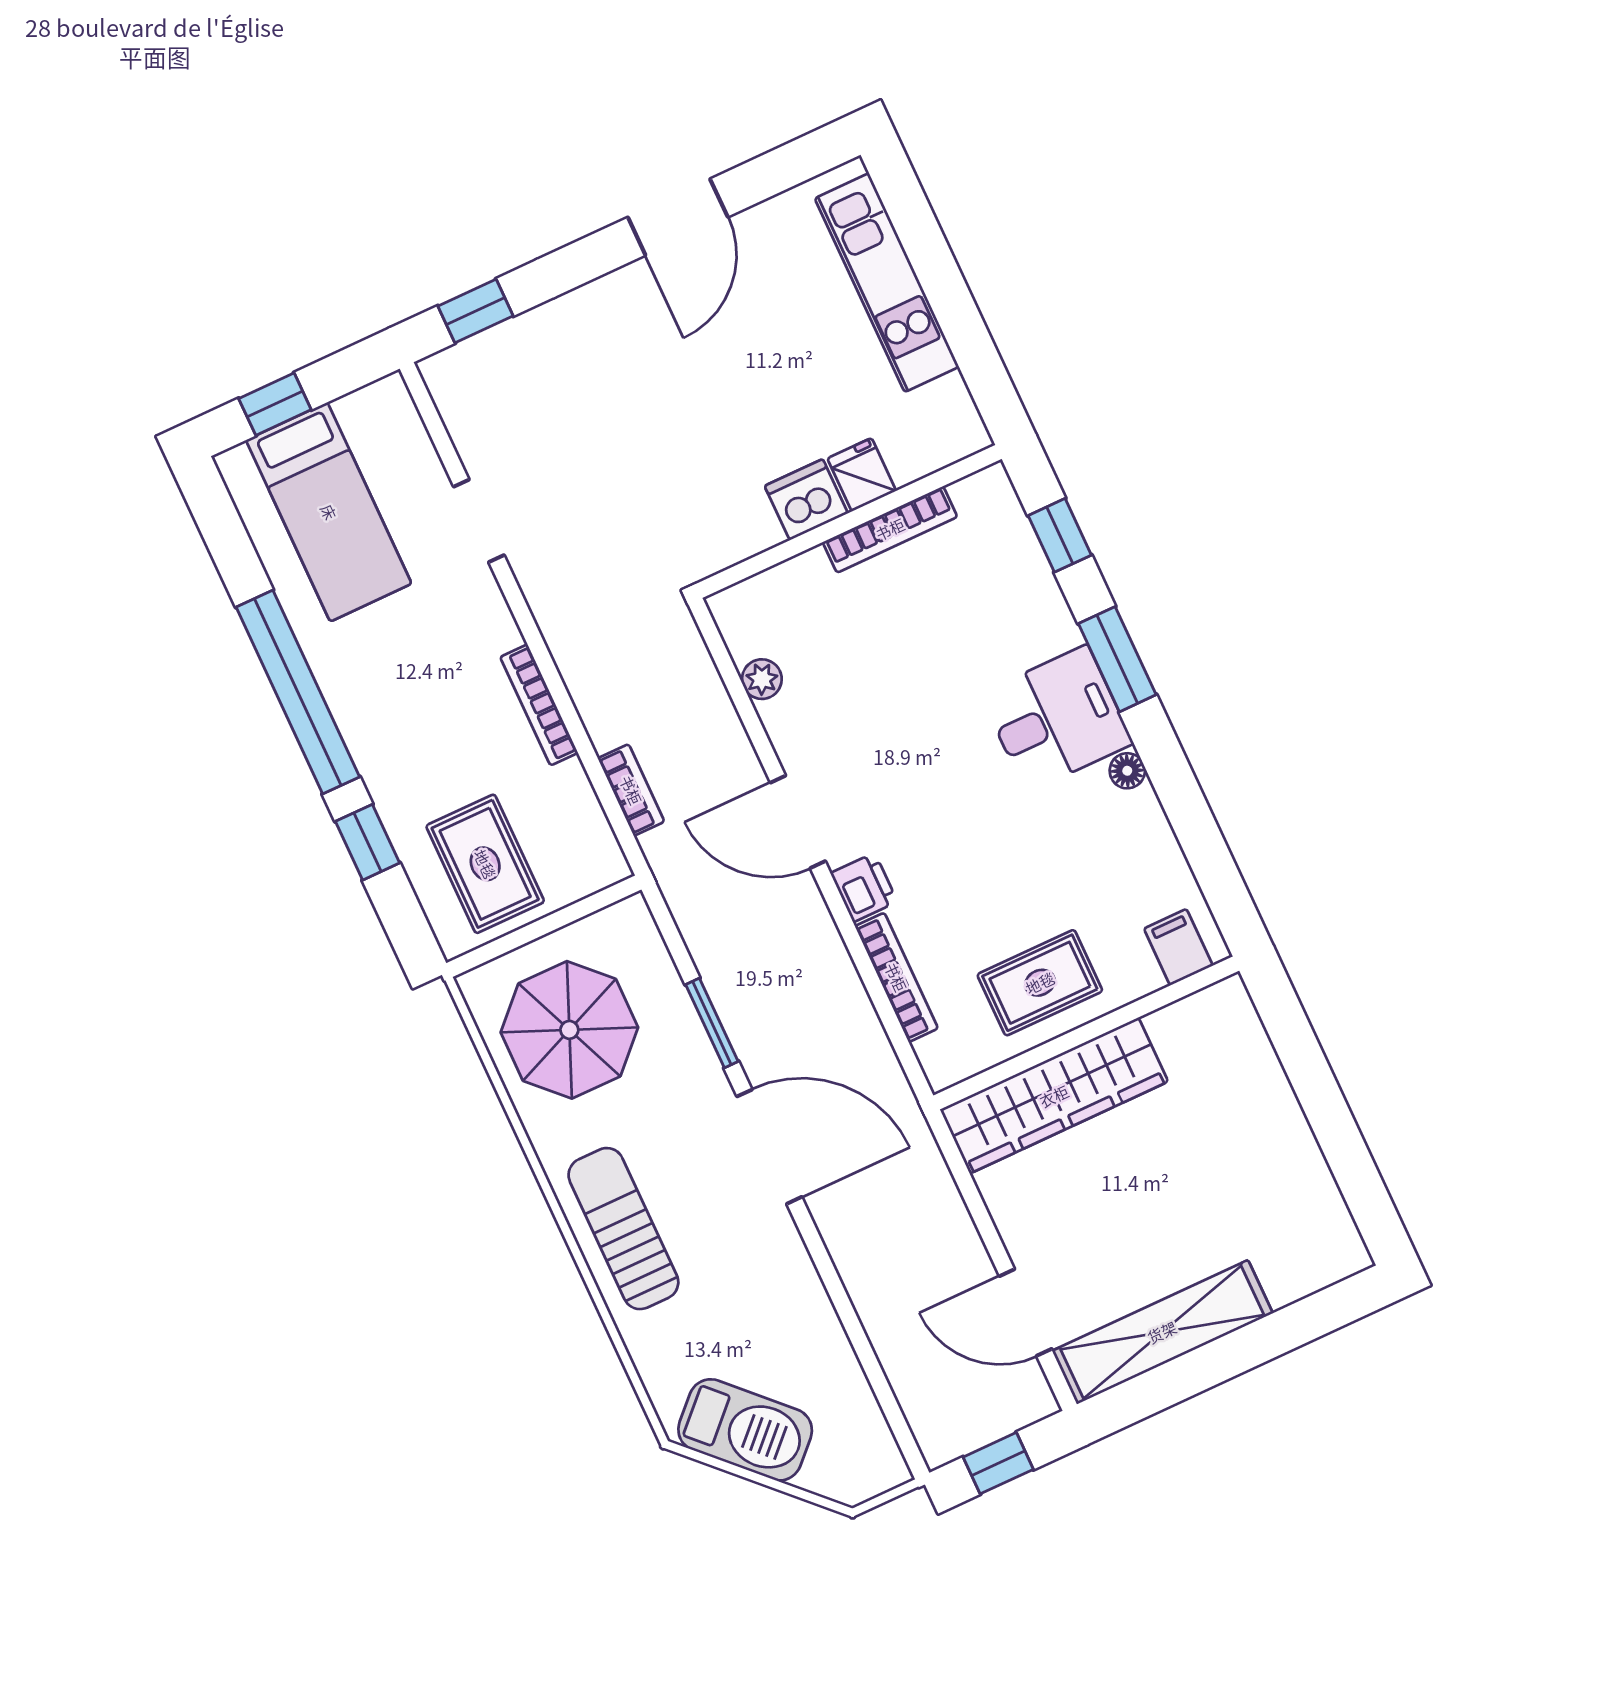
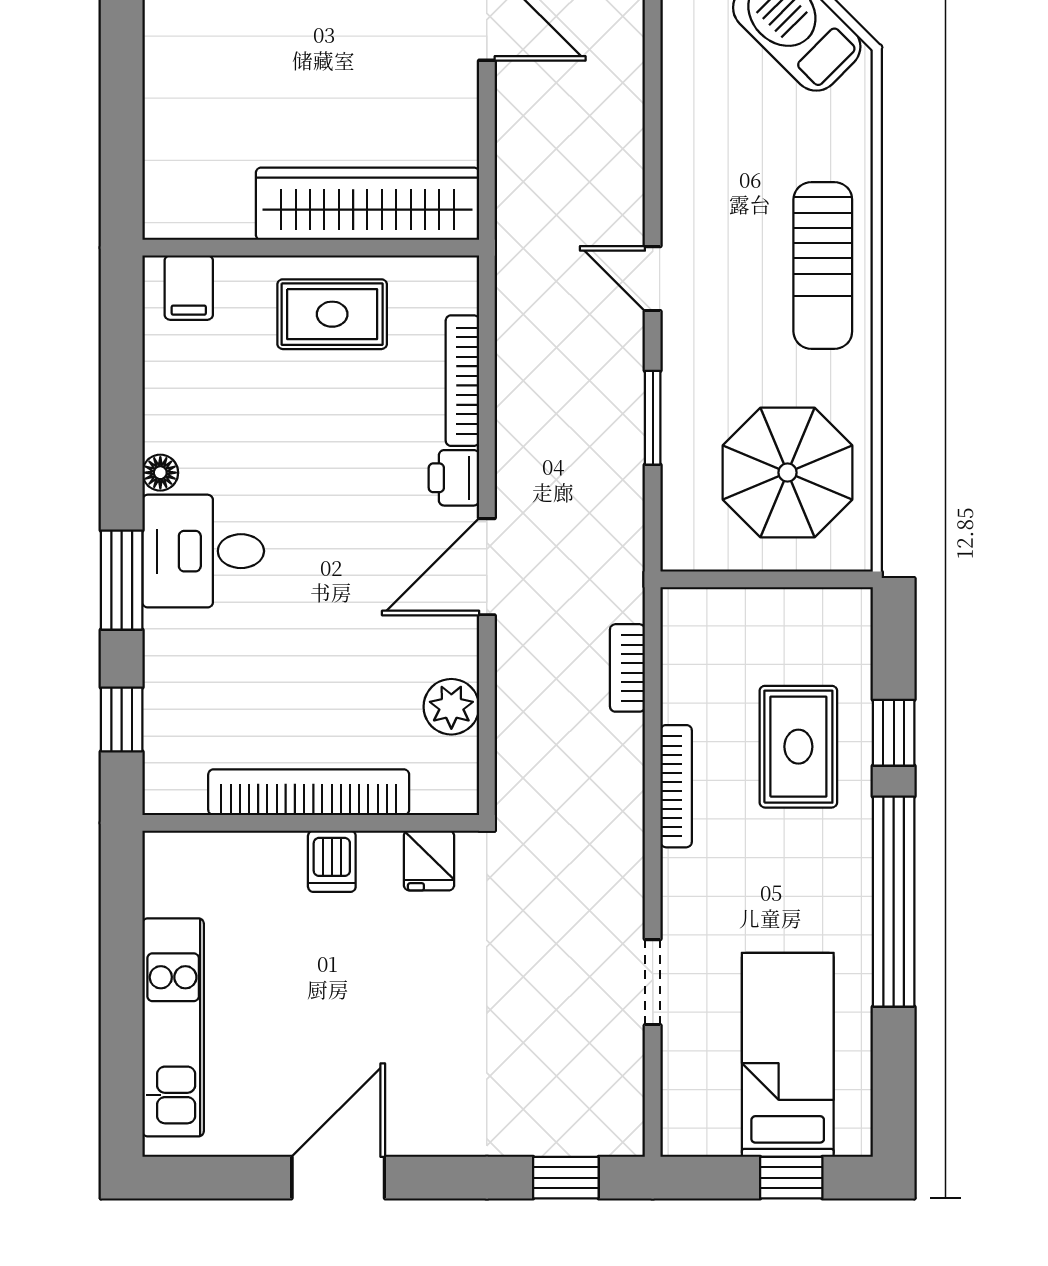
fridge: (862, 475) -> (429, 860), moved
dishwasher: (806, 500) -> (332, 861), width x0.73
bookcase: (890, 529) -> (309, 792), width x1.48, depth x1.31
plant: (762, 679) -> (451, 707), width x1.38, depth x1.38
door: (798, 822) -> (487, 567), swing flipped
rug: (485, 864) -> (798, 747), moved
door: (769, 1147) -> (653, 279), width x0.53

